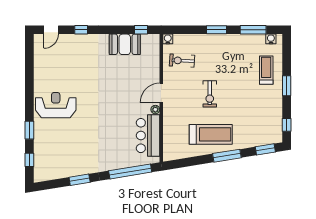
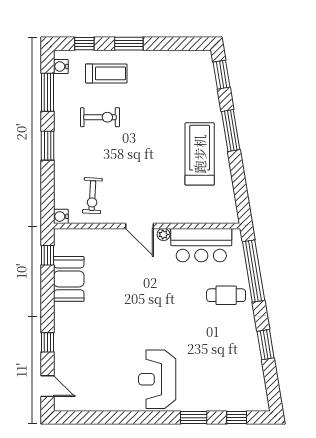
treadmill: (266, 70) -> (106, 73), turned 180
exercise bike: (210, 94) -> (100, 117), moved
window: (287, 125) -> (84, 44), moved
cafe table: (114, 153) -> (226, 295), added

